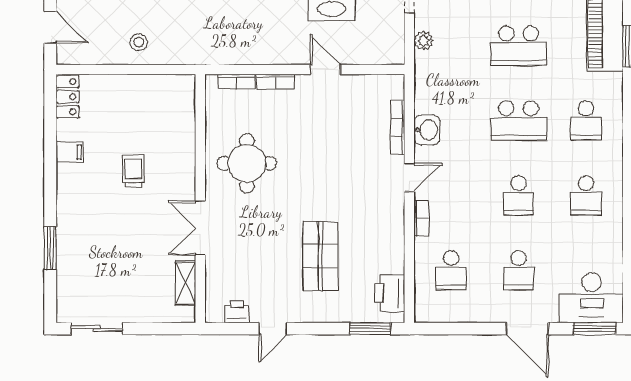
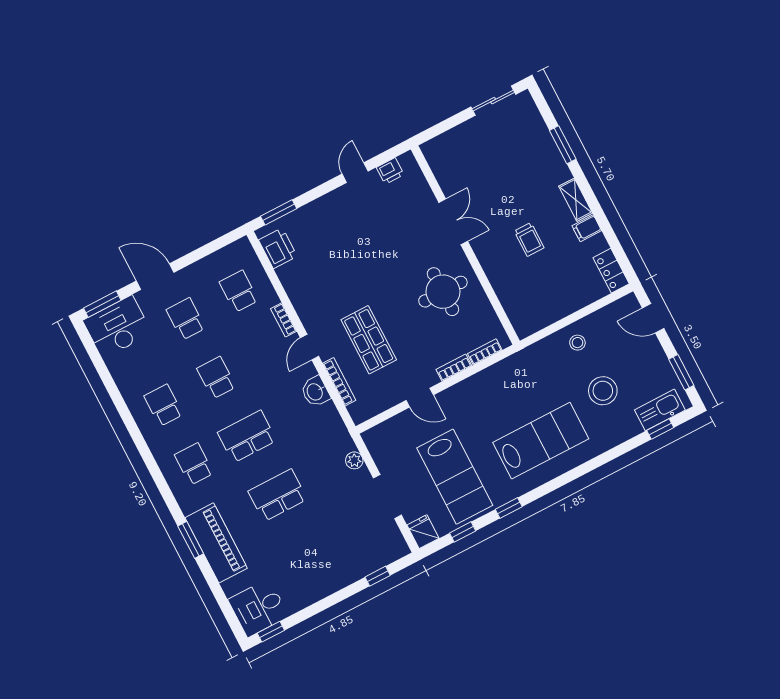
shop shelf: (320, 256) -> (369, 340), moved
shelving: (185, 283) -> (576, 200), moved

